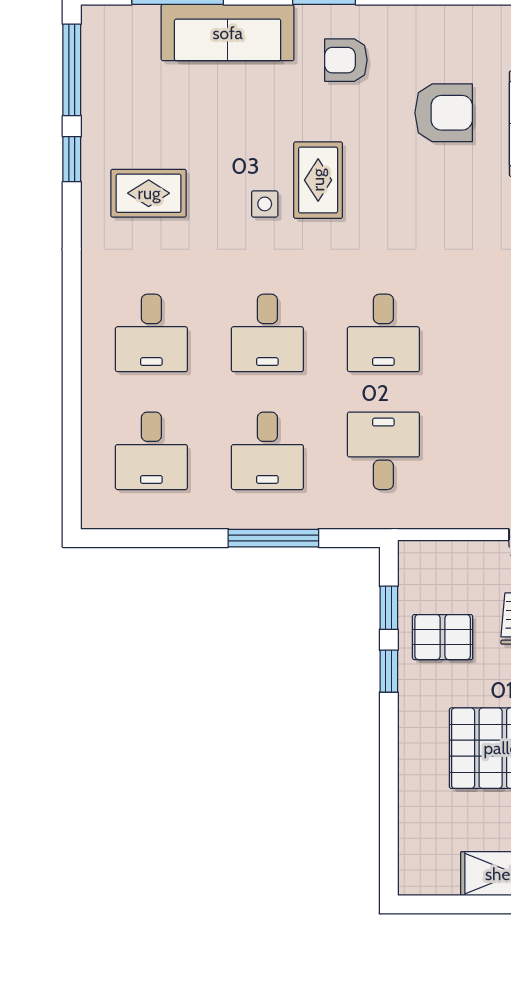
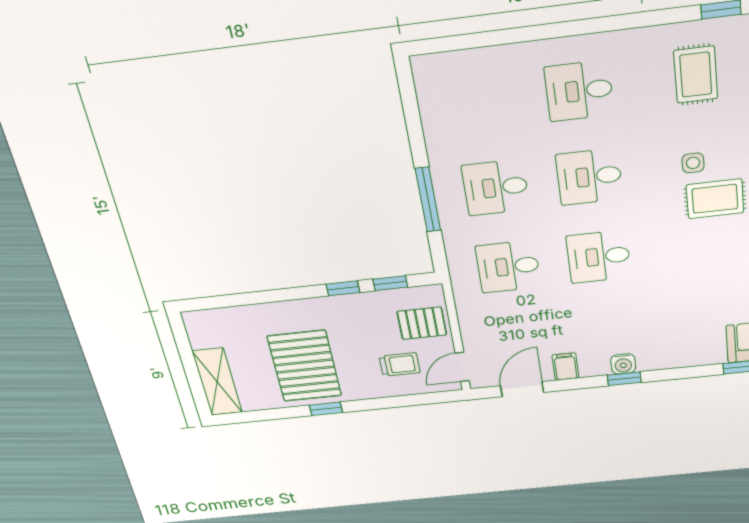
desk: (151, 451) -> (482, 103), removed
desk: (383, 451) -> (508, 267), turned 180
pallet: (443, 637) -> (422, 323), moved, turned 90

